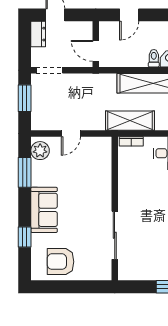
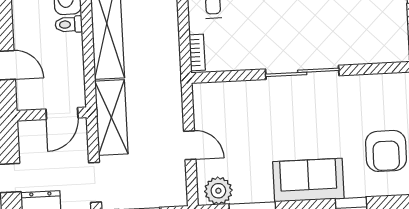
shelving: (130, 121) -> (111, 118), moved
sliding door: (115, 235) -> (302, 72), moved

